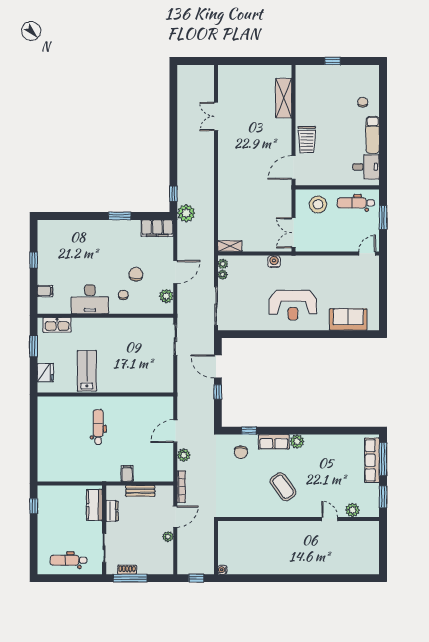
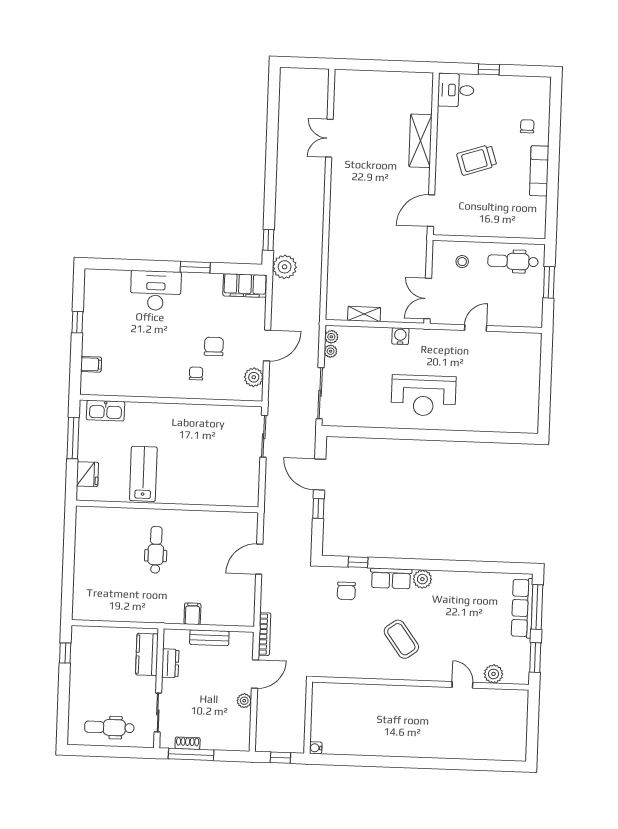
shelving: (284, 98) -> (420, 141), moved
trolley: (307, 140) -> (477, 160), moved, turned 72
desk: (366, 167) -> (456, 90), moved, turned 180
stool: (318, 204) -> (462, 262), width x0.53, depth x0.53
shelving: (230, 246) -> (364, 314), moved
door: (367, 253) -> (476, 328), moved
desk: (90, 299) -> (156, 291), moved, turned 180
sofa: (348, 320) -> (497, 418), removed
window: (34, 346) -> (73, 438), width x1.44
plant: (184, 455) -> (269, 592), removed

